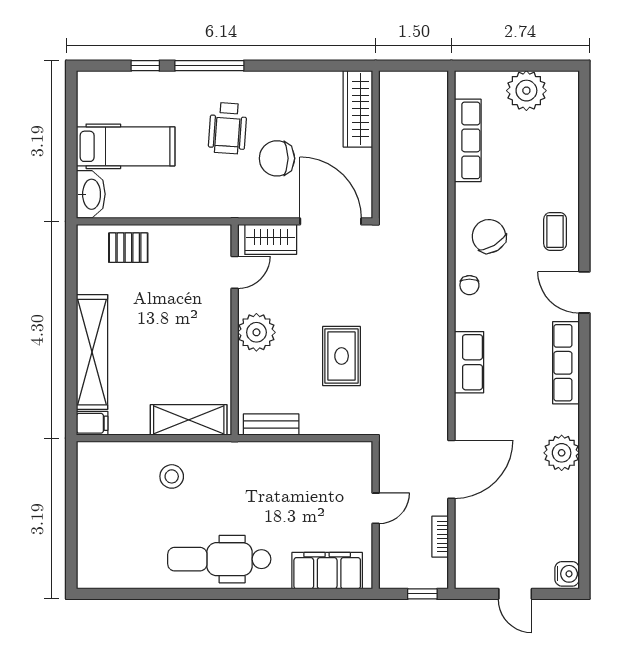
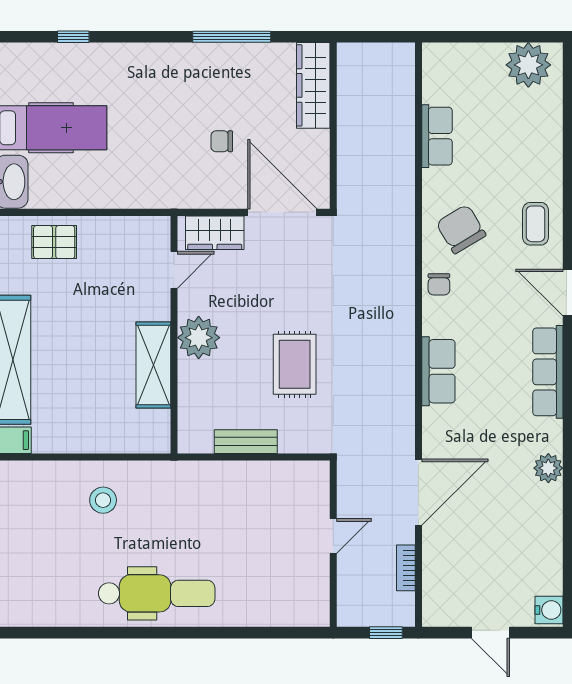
window: (209, 66) -> (232, 37), moved
plant: (526, 91) -> (528, 65), moved
wheelchair: (228, 128) -> (166, 107), removed
row of seats: (468, 140) -> (437, 136), width x0.68
chair: (277, 158) -> (222, 141), width x0.54, depth x0.54
shelving: (189, 420) -> (153, 365), moved, turned 90
bench: (271, 425) -> (246, 442), moved
plant: (562, 453) -> (548, 468), width x0.73, depth x0.73
dental chair: (219, 559) -> (157, 593), turned 180
filing cabinet: (327, 571) -> (278, 606), removed

